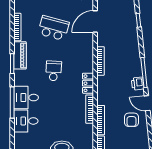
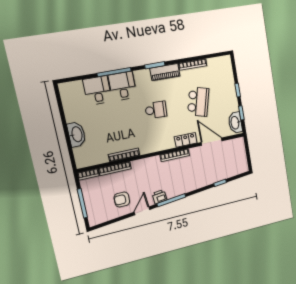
locker: (88, 83) -> (186, 140), moved

